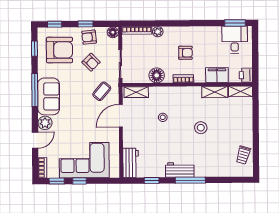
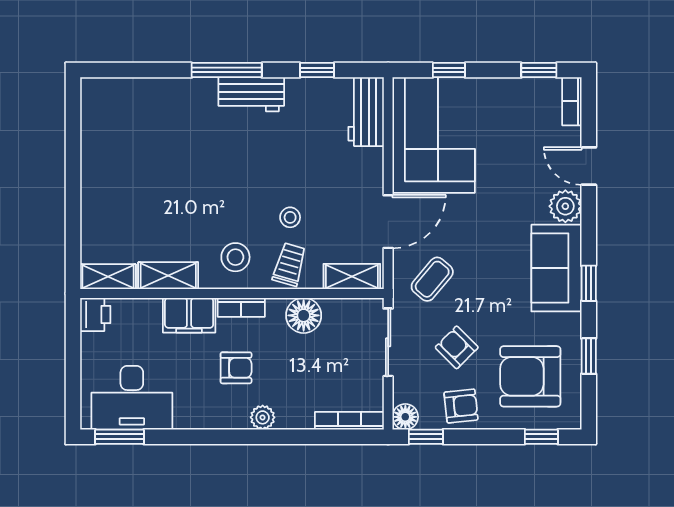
window: (85, 24) -> (426, 437), moved
plant: (158, 32) -> (263, 417), moved
desk: (235, 40) -> (132, 398), width x1.37
window: (34, 49) -> (589, 356), moved
armchair: (185, 53) -> (236, 368), turned 180
filing cabinet: (217, 75) -> (189, 315), moved
window: (35, 90) -> (589, 283), width x0.46
stool: (201, 128) -> (235, 257), moved
door: (35, 140) -> (589, 166), hinge flipped
trolley: (243, 155) -> (289, 265), moved
corner sofa: (84, 160) -> (434, 135), moved, turned -90
window: (79, 181) -> (449, 70), moved

